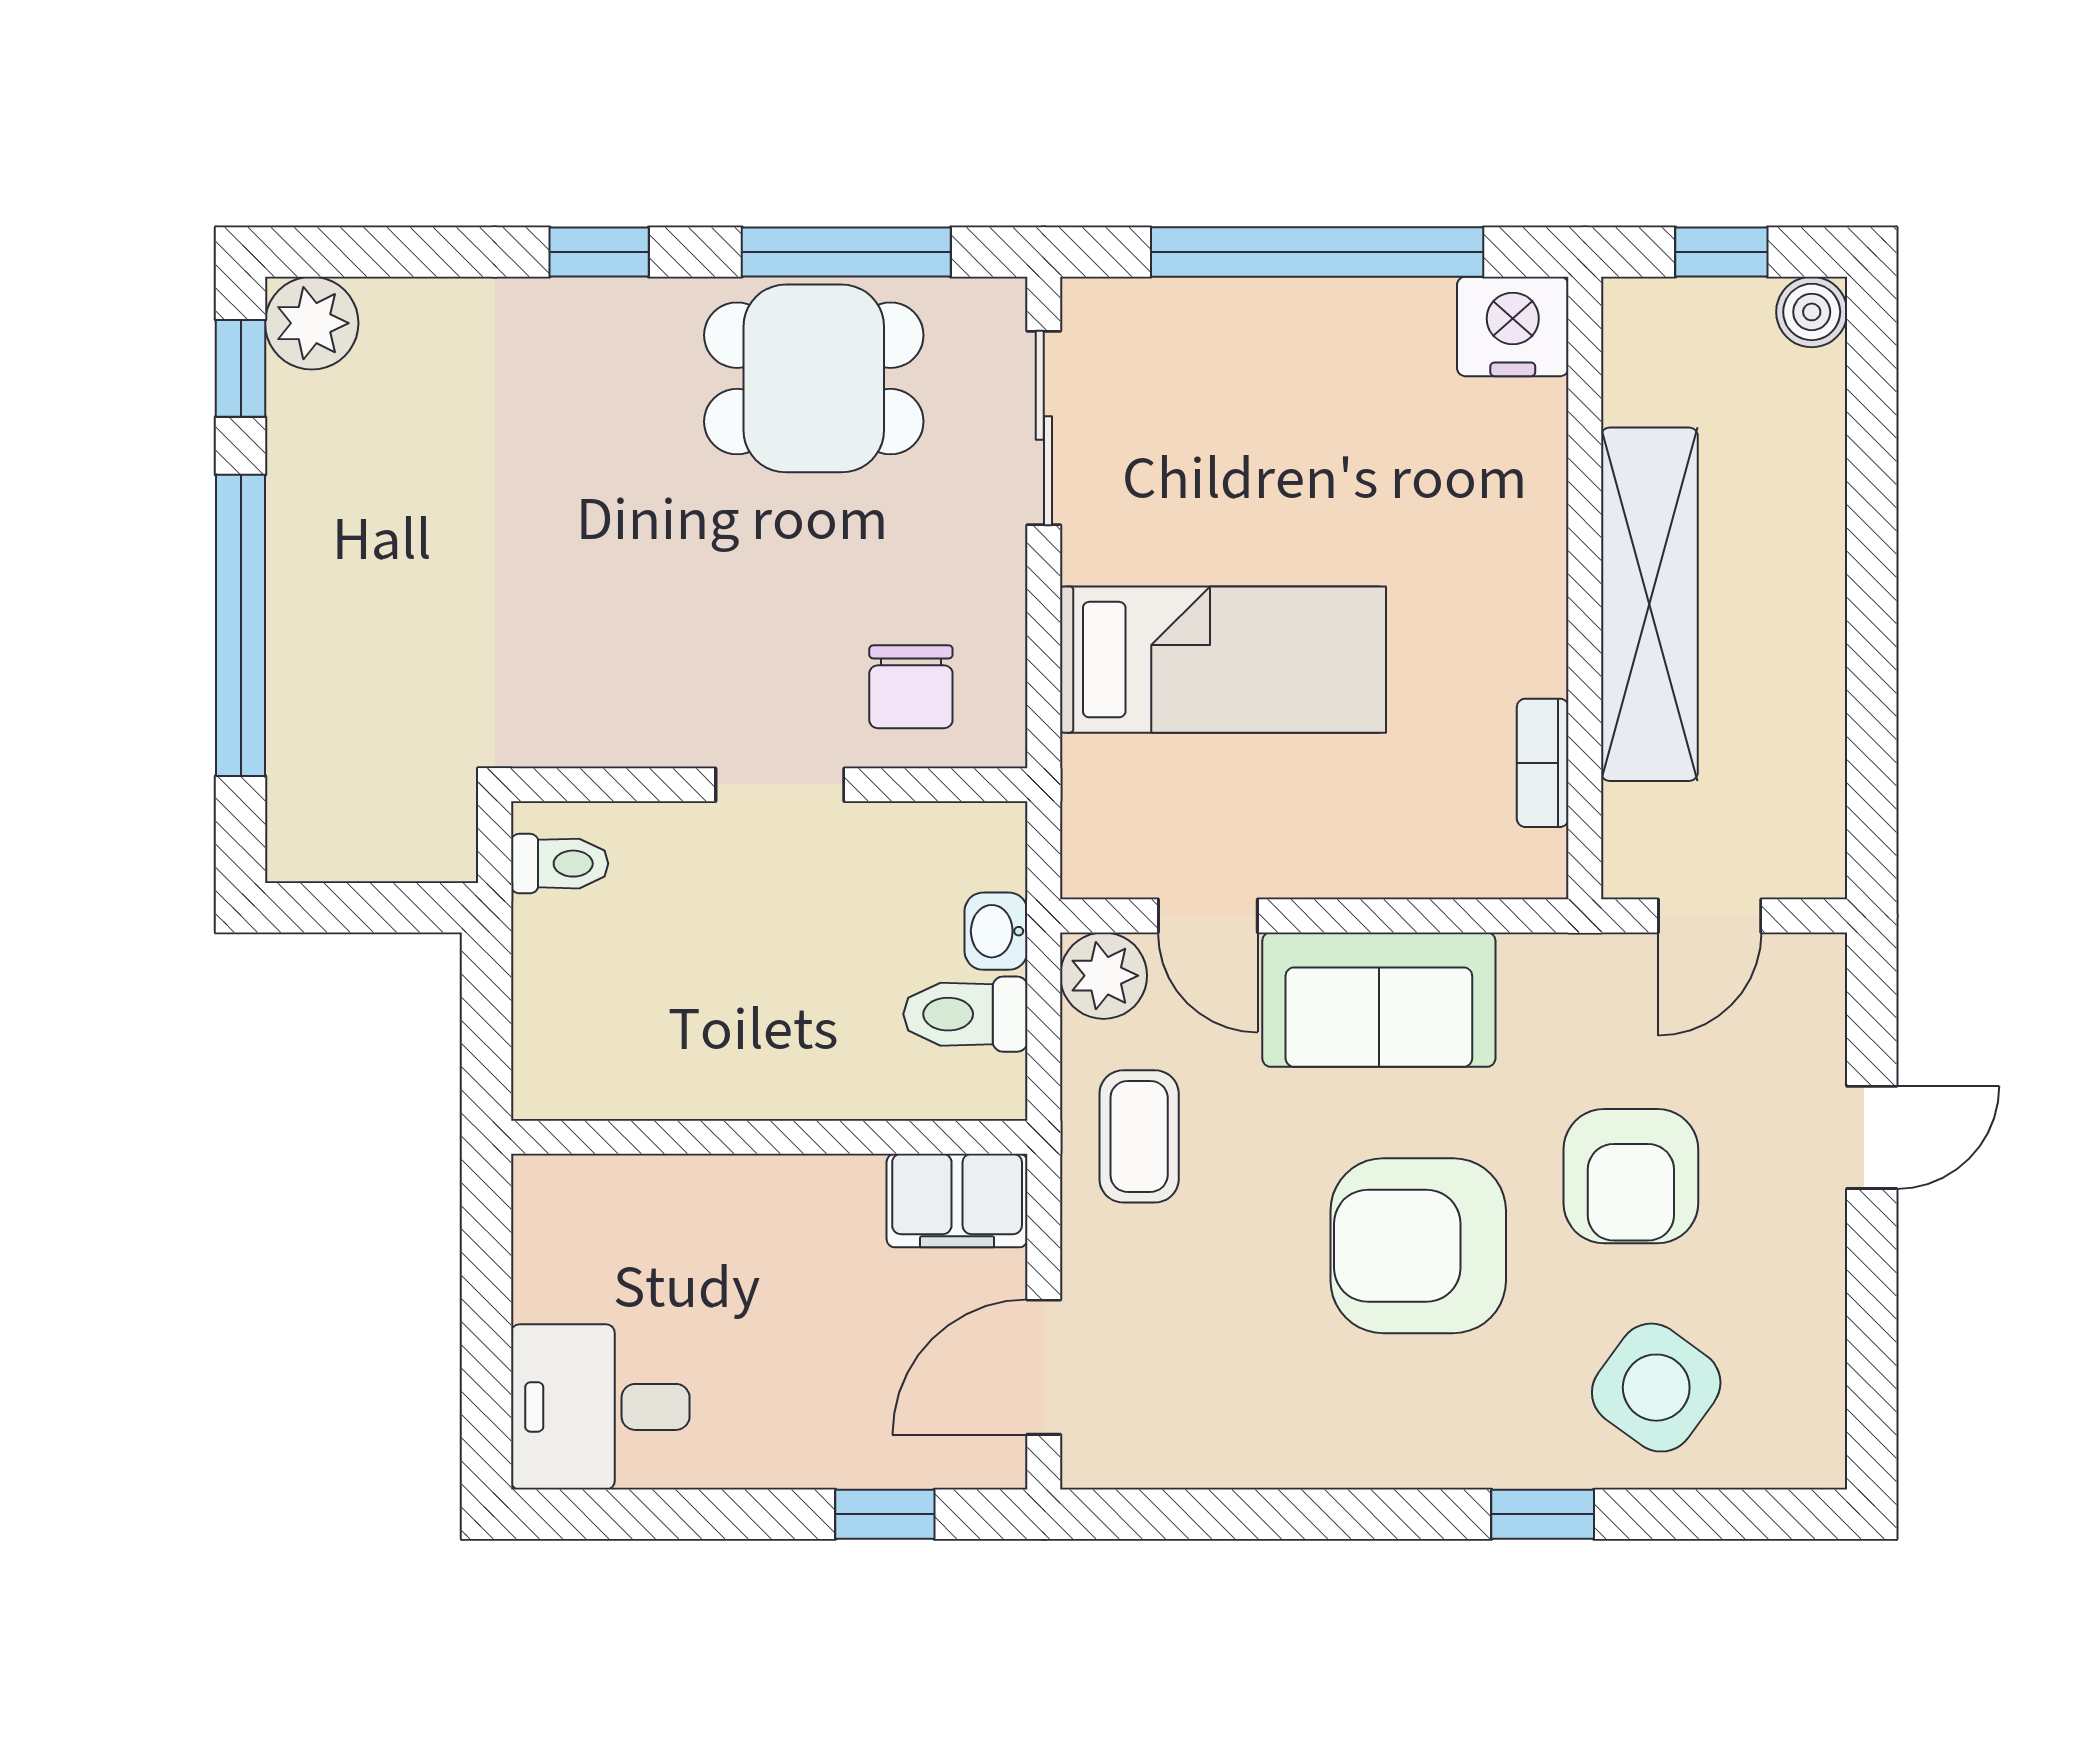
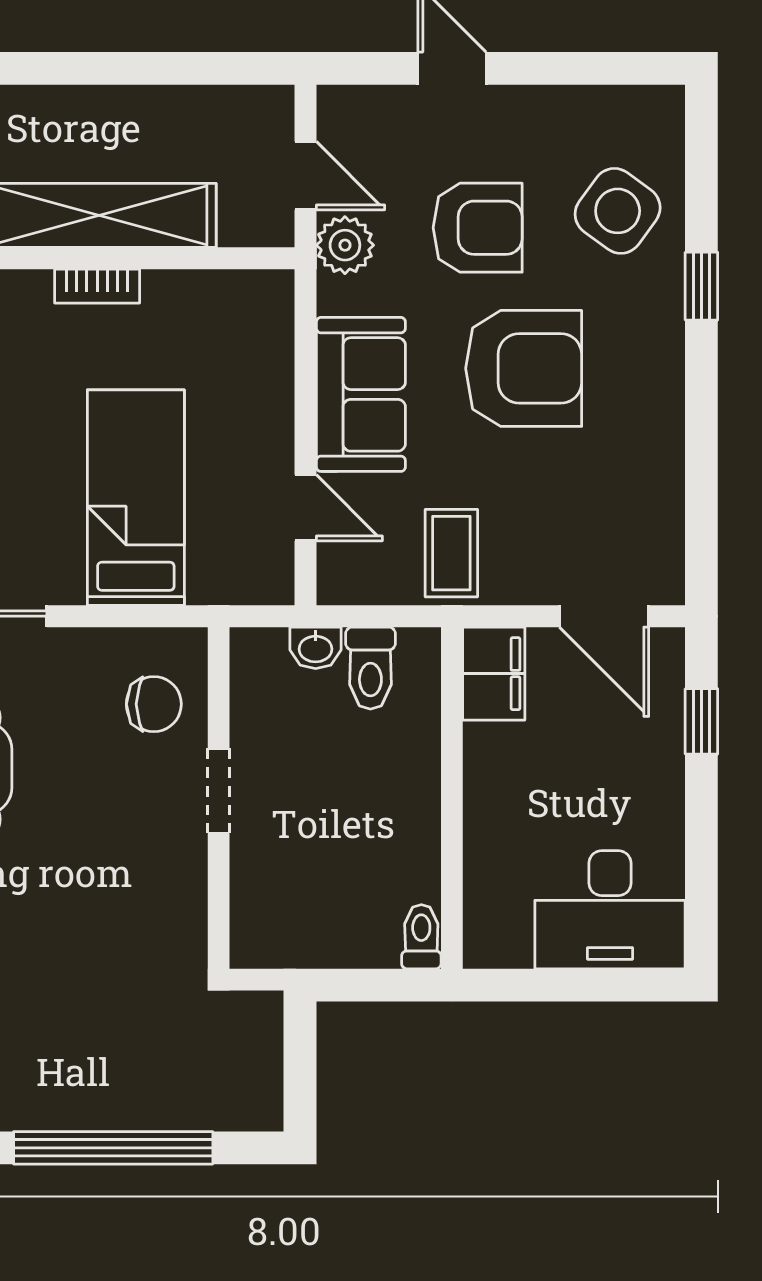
bookcase: (1543, 763) -> (97, 286), moved
toilet: (560, 864) -> (421, 937), moved
door: (1208, 916) -> (305, 508), hinge flipped
plant: (1104, 976) -> (345, 245), moved
coffee table: (1139, 1136) -> (451, 553), turned 90
armchair: (1418, 1246) -> (524, 368), turned -90
desk: (600, 1407) -> (610, 910), width x1.37

